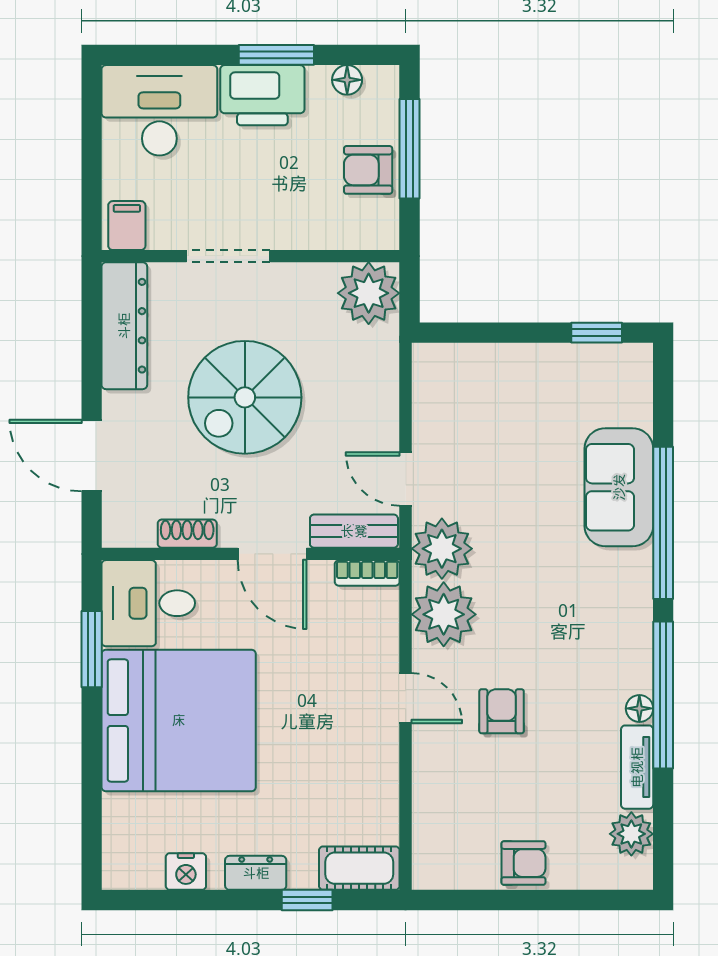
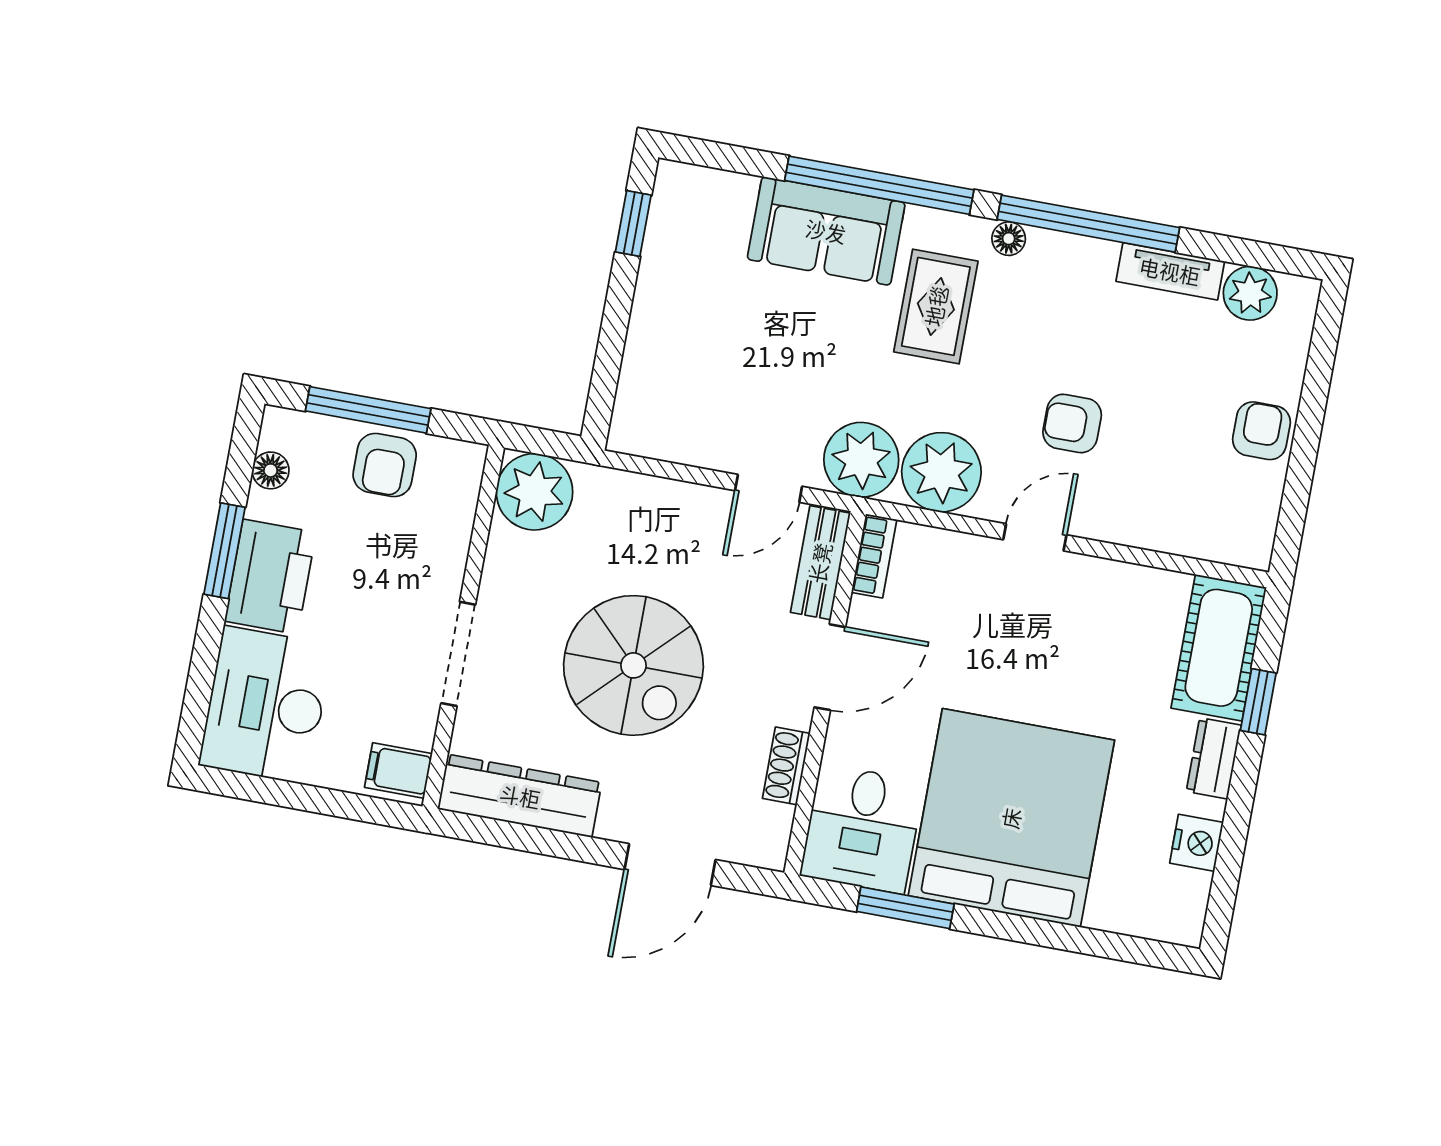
rug: (575, 586) -> (936, 306), added
floor lamp: (639, 708) -> (1009, 239), moved
cot: (359, 868) -> (1219, 648), width x1.37, depth x1.34

